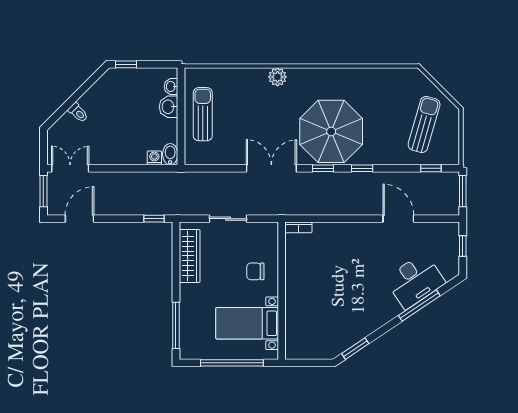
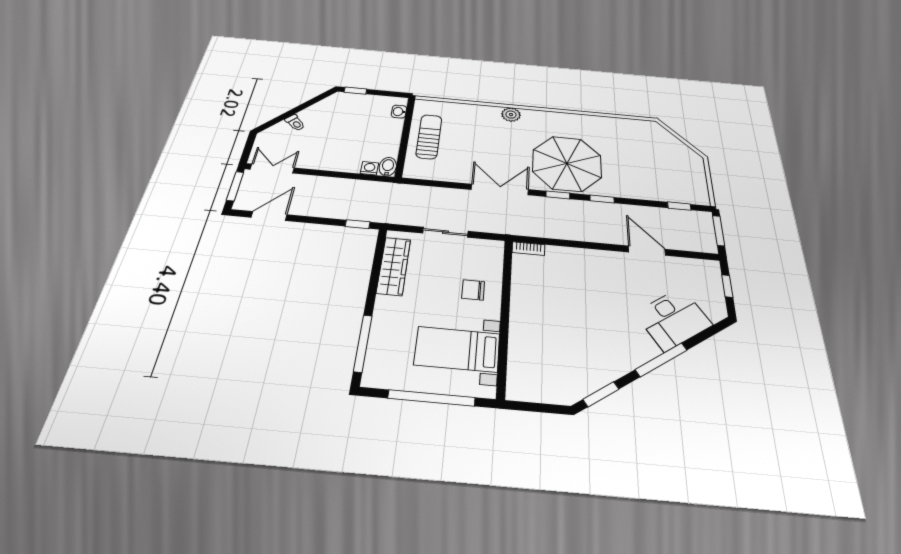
washbasin: (168, 107) -> (393, 127), removed
sun lounger: (424, 125) -> (667, 167), removed
window: (419, 306) -> (661, 360), moved

